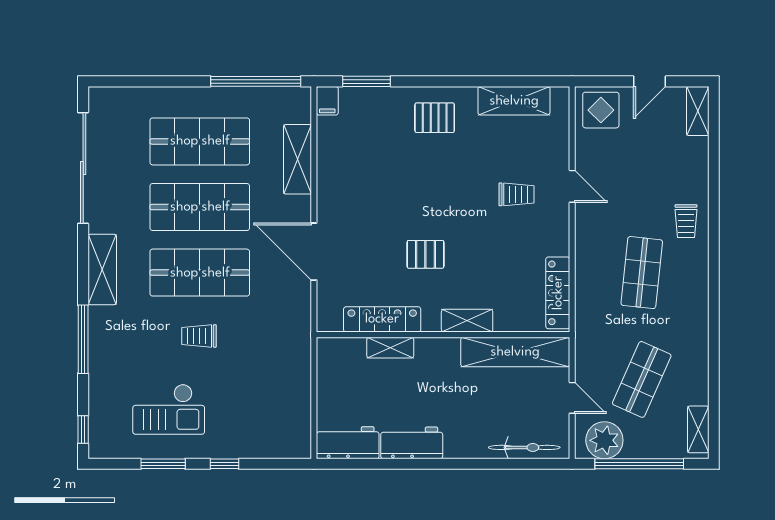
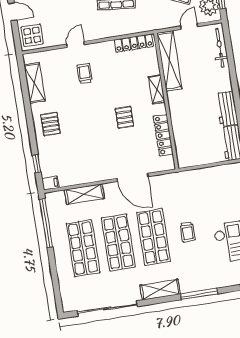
window: (367, 81) -> (37, 164), width x0.67
door: (314, 252) -> (133, 177), hinge flipped
shelving: (390, 348) -> (178, 128), removed

